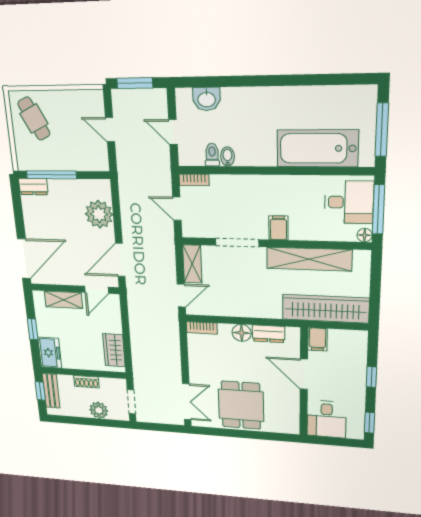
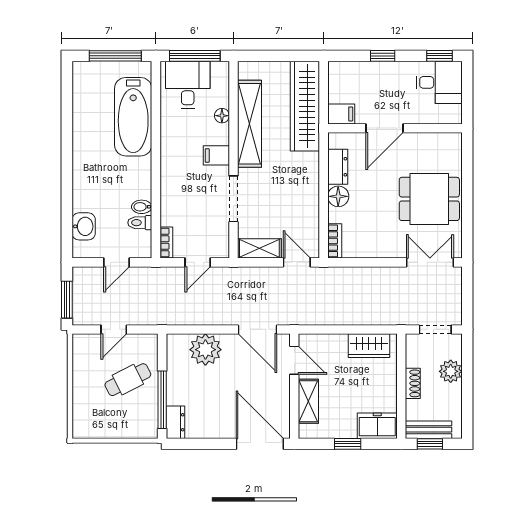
cafe table: (34, 119) -> (128, 380), moved
floor lamp: (365, 235) -> (222, 116), moved
desk: (326, 419) -> (439, 82), moved

